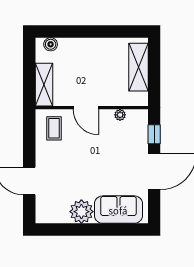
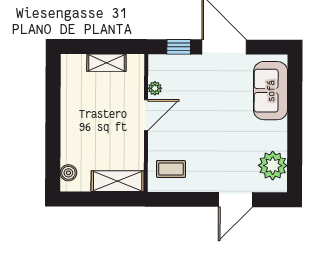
shelving: (138, 67) -> (106, 63), width x0.67, depth x0.75
door: (86, 108) -> (146, 115), moved
plant: (81, 212) -> (273, 166), moved

